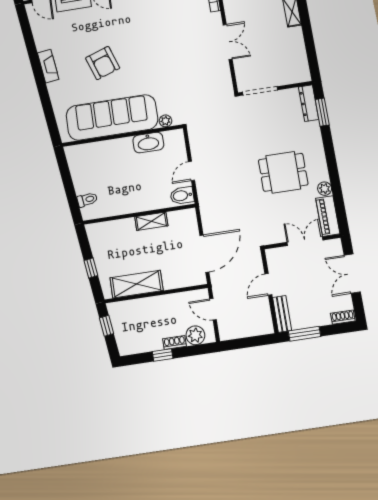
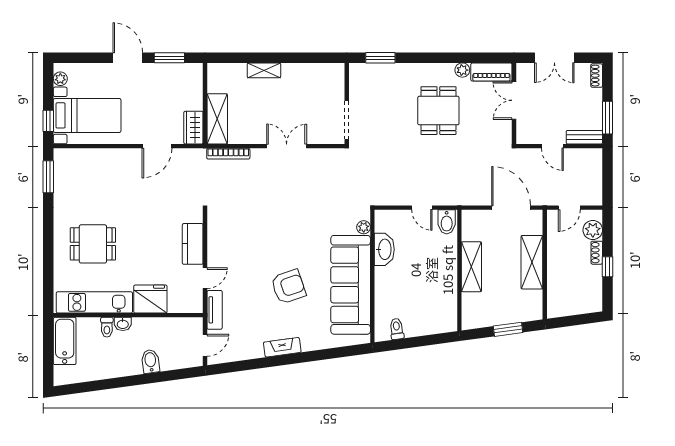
dresser: (309, 103) -> (368, 70), removed
toilet: (87, 200) -> (397, 329), moved
shelving: (151, 221) -> (471, 267), width x1.50, depth x1.33
window: (91, 268) -> (508, 329), width x1.50
shelving: (137, 284) -> (532, 262), moved
window: (106, 326) -> (570, 321), removed

